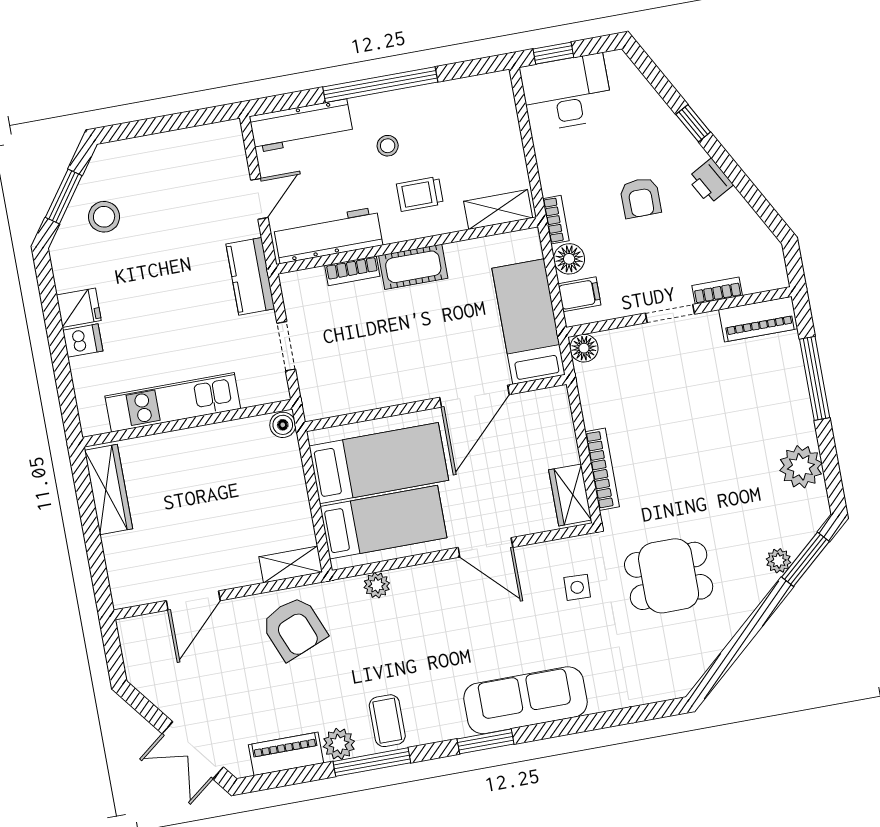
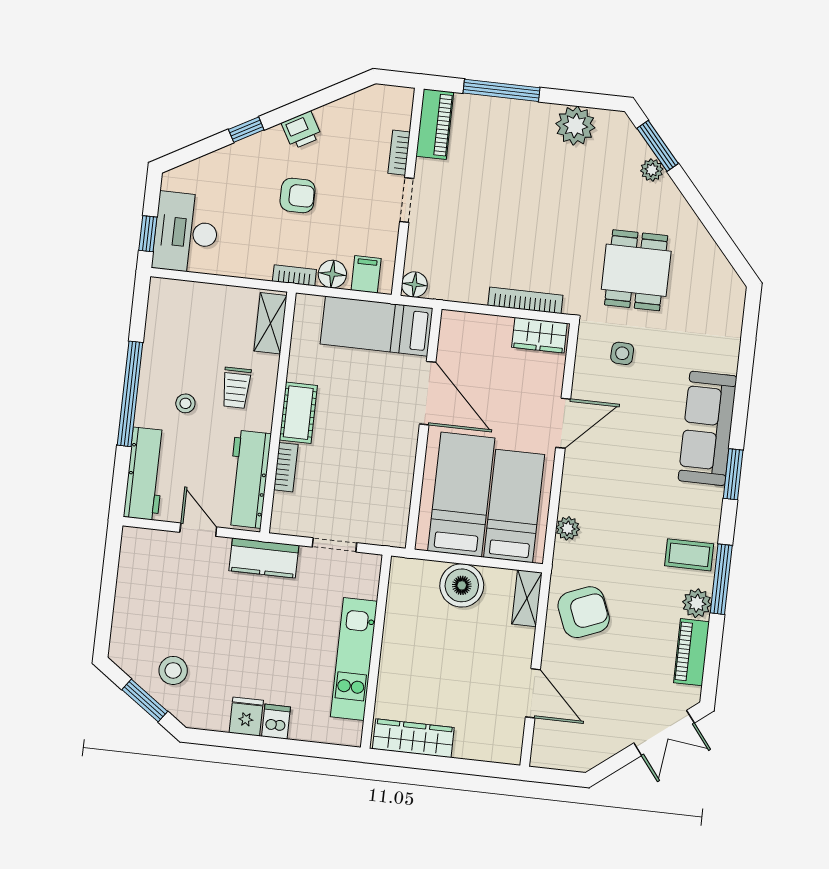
boiler: (283, 425) -> (462, 585), moved, width x1.86, depth x1.86

